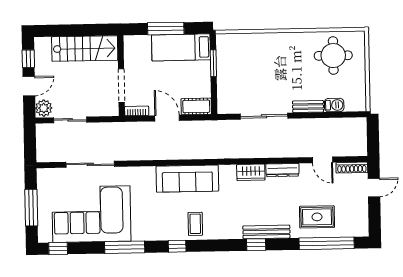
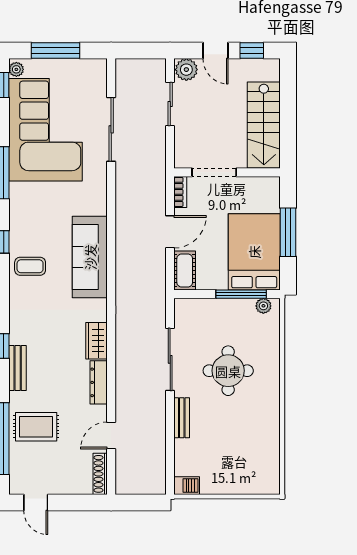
plant: (222, 46) -> (263, 306), added
bed: (181, 47) -> (254, 252), width x1.50
round table: (333, 56) -> (228, 371), moved
window: (213, 63) -> (241, 294), width x1.44
barbecue: (334, 105) -> (187, 486), moved, turned -90
door: (374, 188) -> (36, 502), moved
rug: (317, 217) -> (36, 427), turned 90
bench: (266, 232) -> (18, 368), width x0.73
plant: (46, 237) -> (16, 69), added

